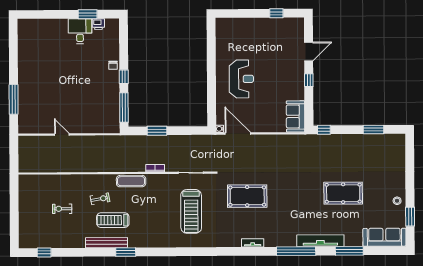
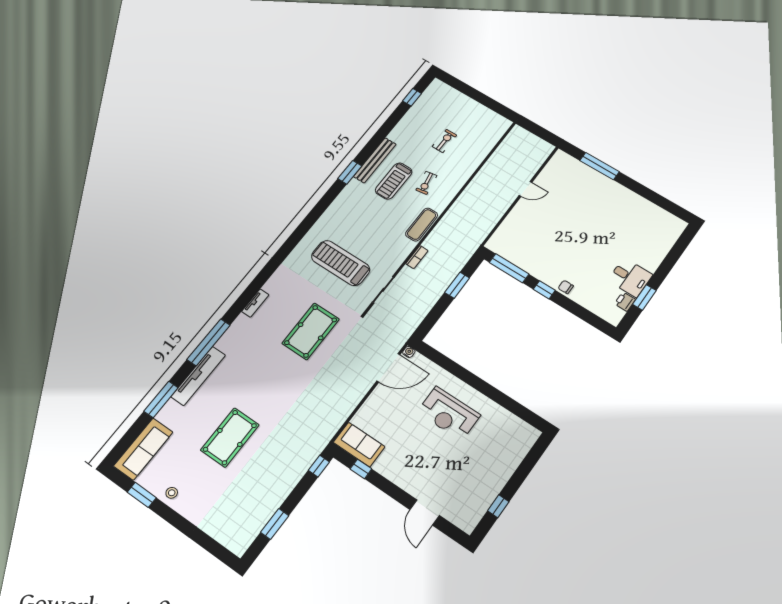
window: (309, 80) -> (361, 469), moved
treadmill: (113, 220) -> (394, 181), turned 180

